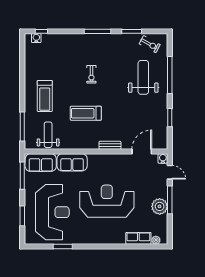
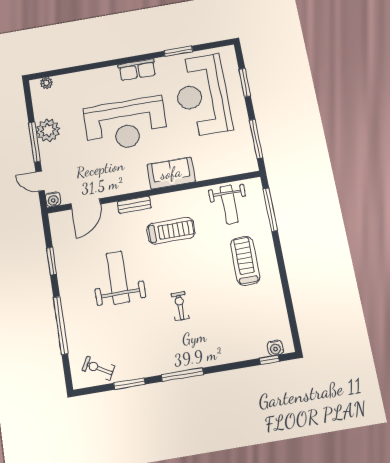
weight bench: (143, 77) -> (118, 278), moved, turned 180
treadmill: (86, 113) -> (171, 231), moved
sofa: (72, 162) -> (171, 173), moved
sofa: (41, 163) -> (232, 162), removed
row of seats: (138, 238) -> (137, 70), moved

